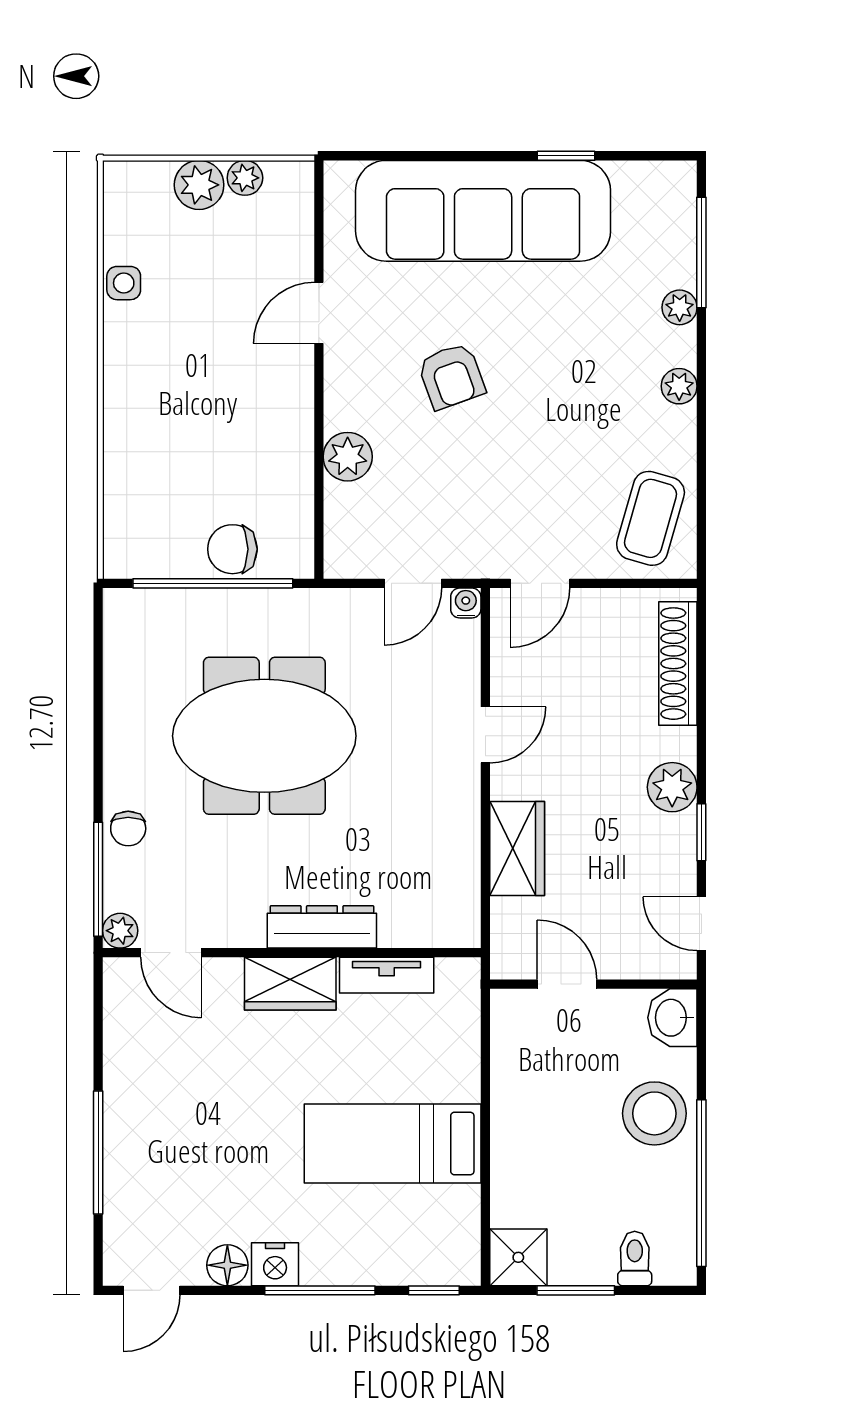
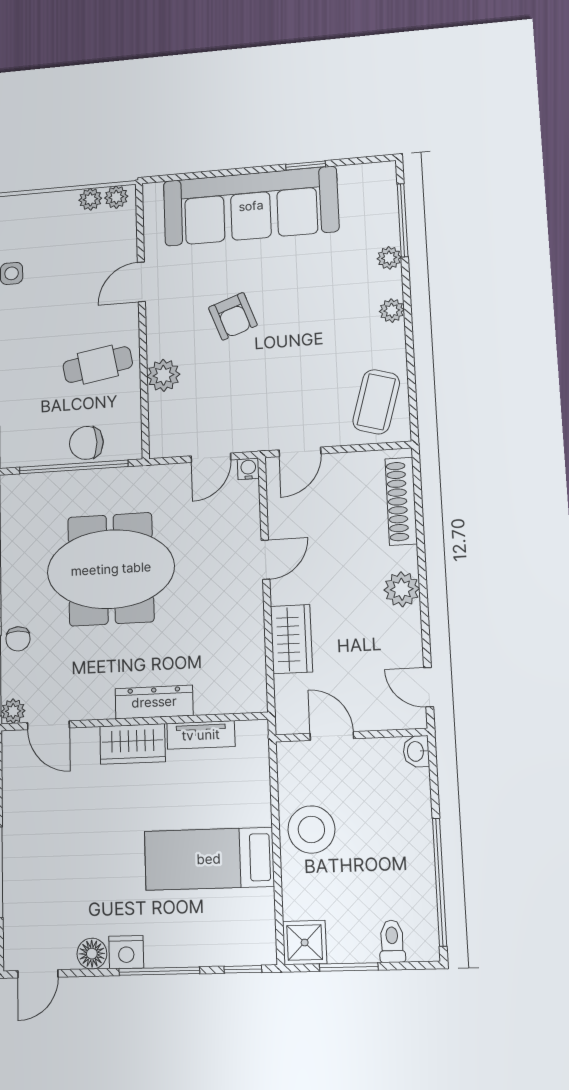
plant: (199, 185) -> (116, 197), moved, width x0.73, depth x0.73
cafe table: (251, 433) -> (98, 365), added
window: (701, 832) -> (425, 621), removed
washbasin: (672, 1018) -> (416, 751), width x0.72, depth x0.69
stool: (654, 1113) -> (311, 829), moved

